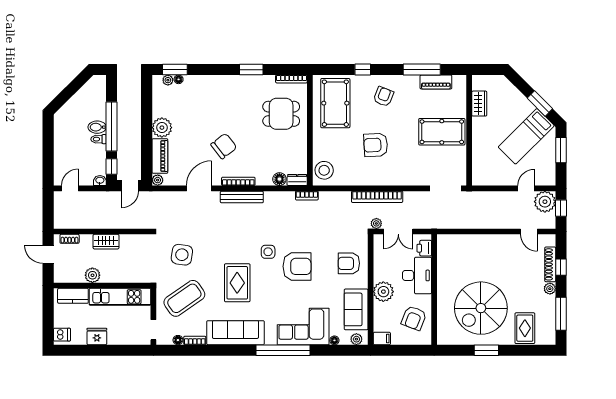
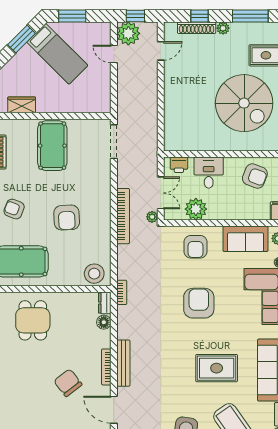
side table: (268, 252) -> (183, 335), removed
desk: (417, 275) -> (209, 173), width x0.73
plant: (383, 292) -> (196, 209), moved

